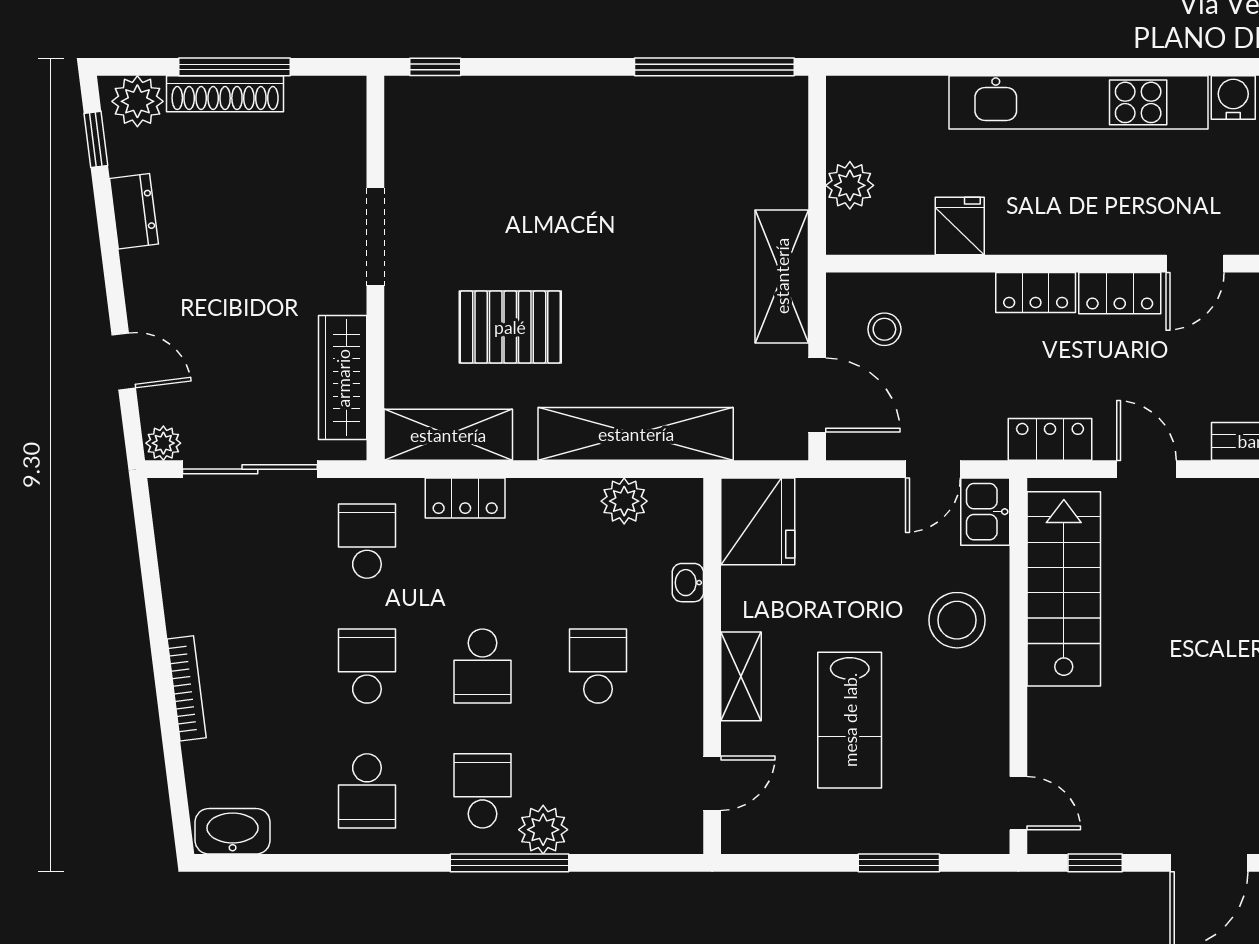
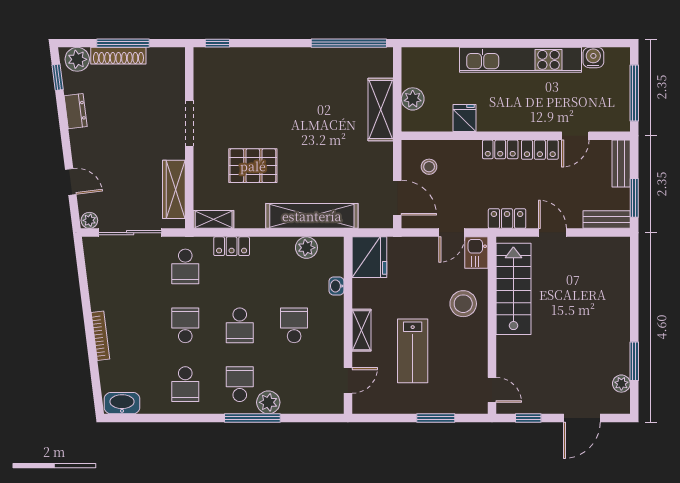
shelving: (782, 276) -> (381, 109), moved
shelving: (448, 435) -> (214, 219), width x0.67, depth x0.75
school desk: (367, 541) -> (185, 266), turned 180

